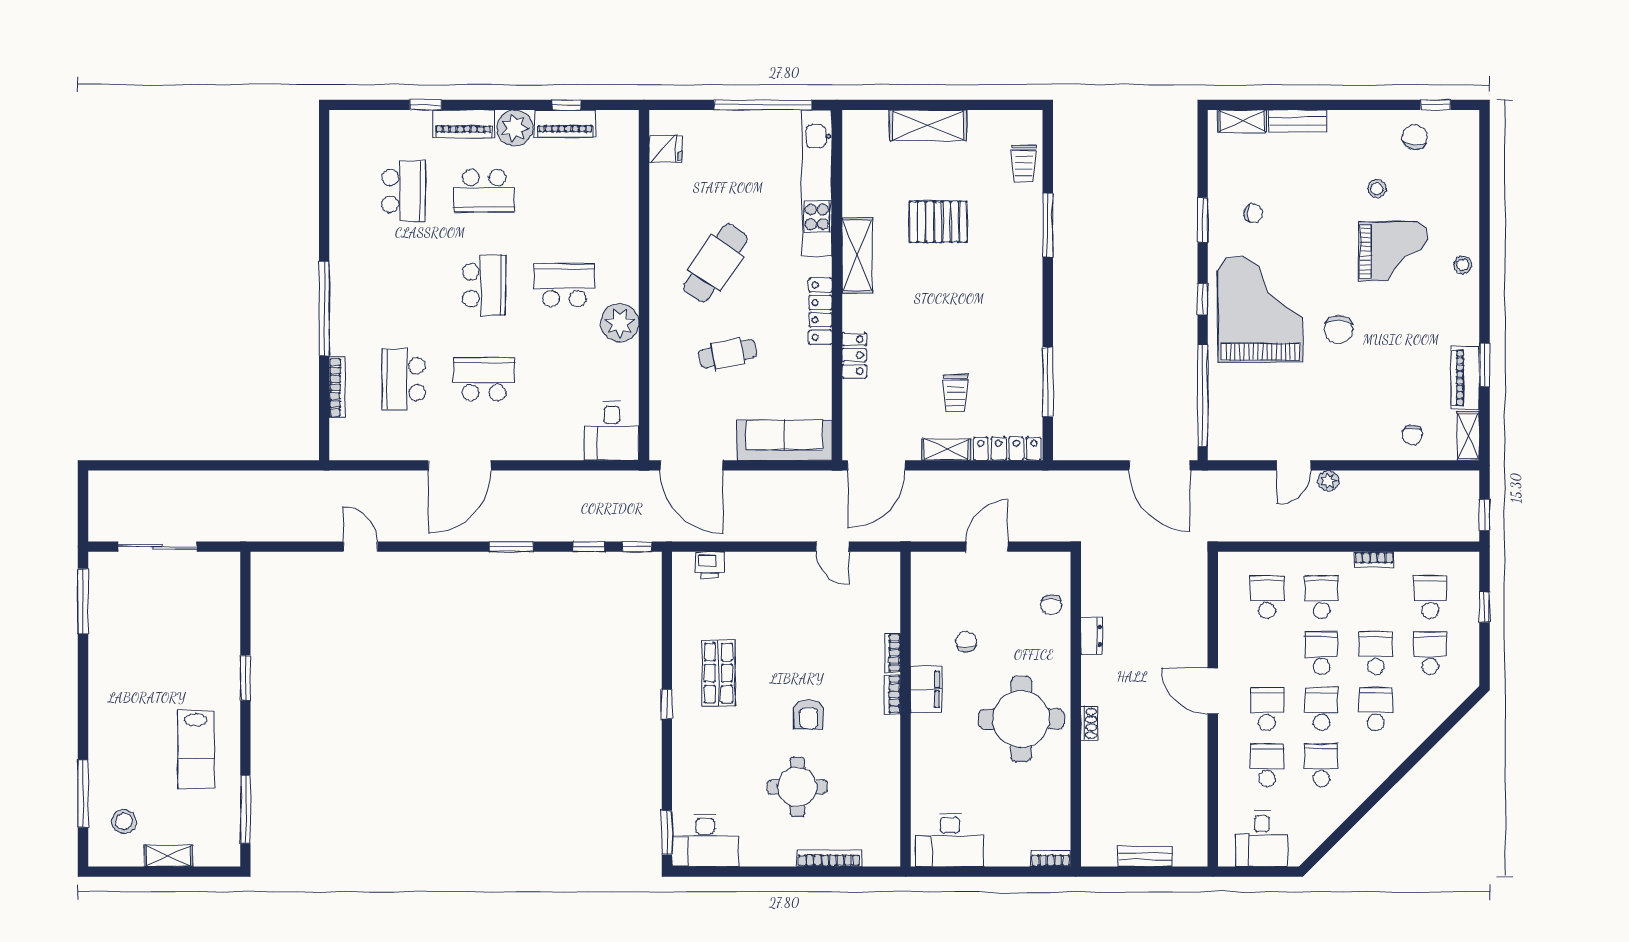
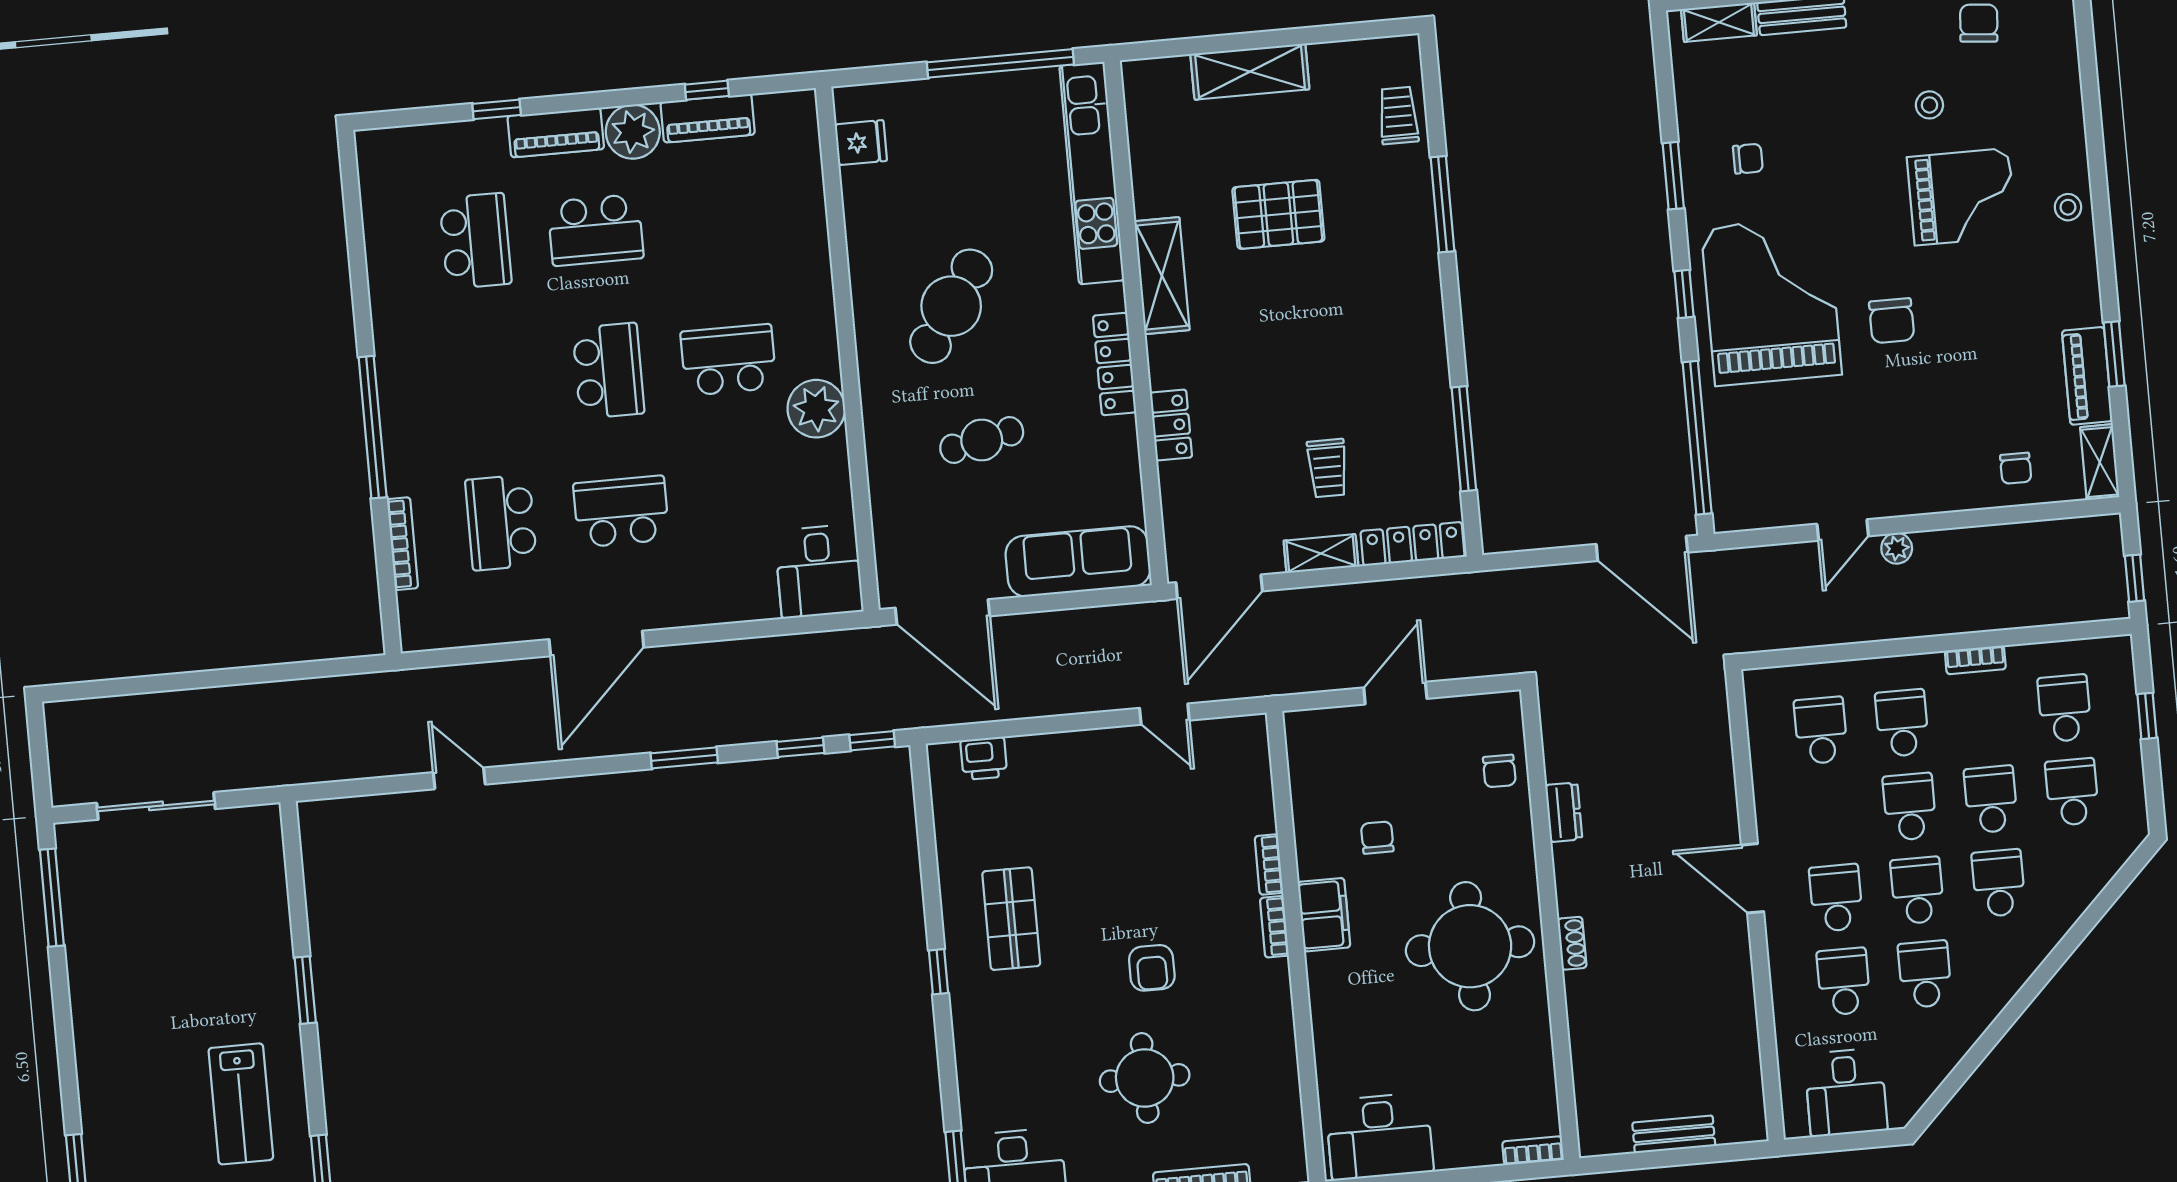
trolley: (1024, 163) -> (1398, 115), turned 180

